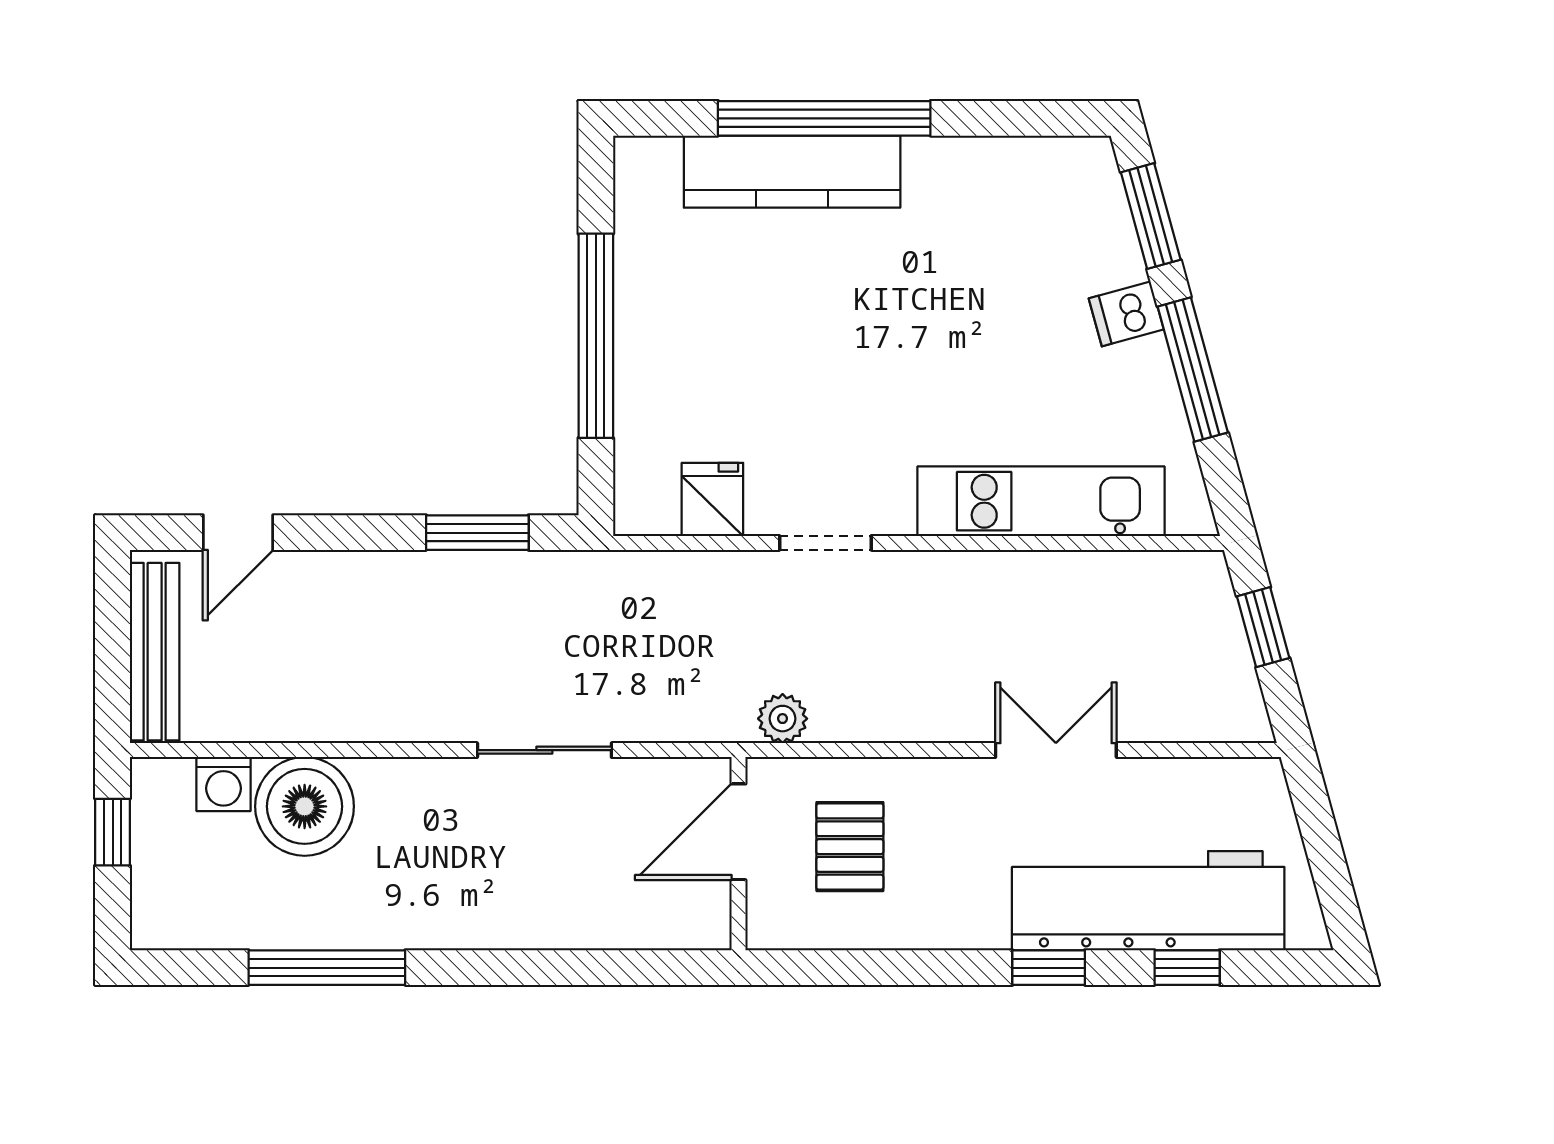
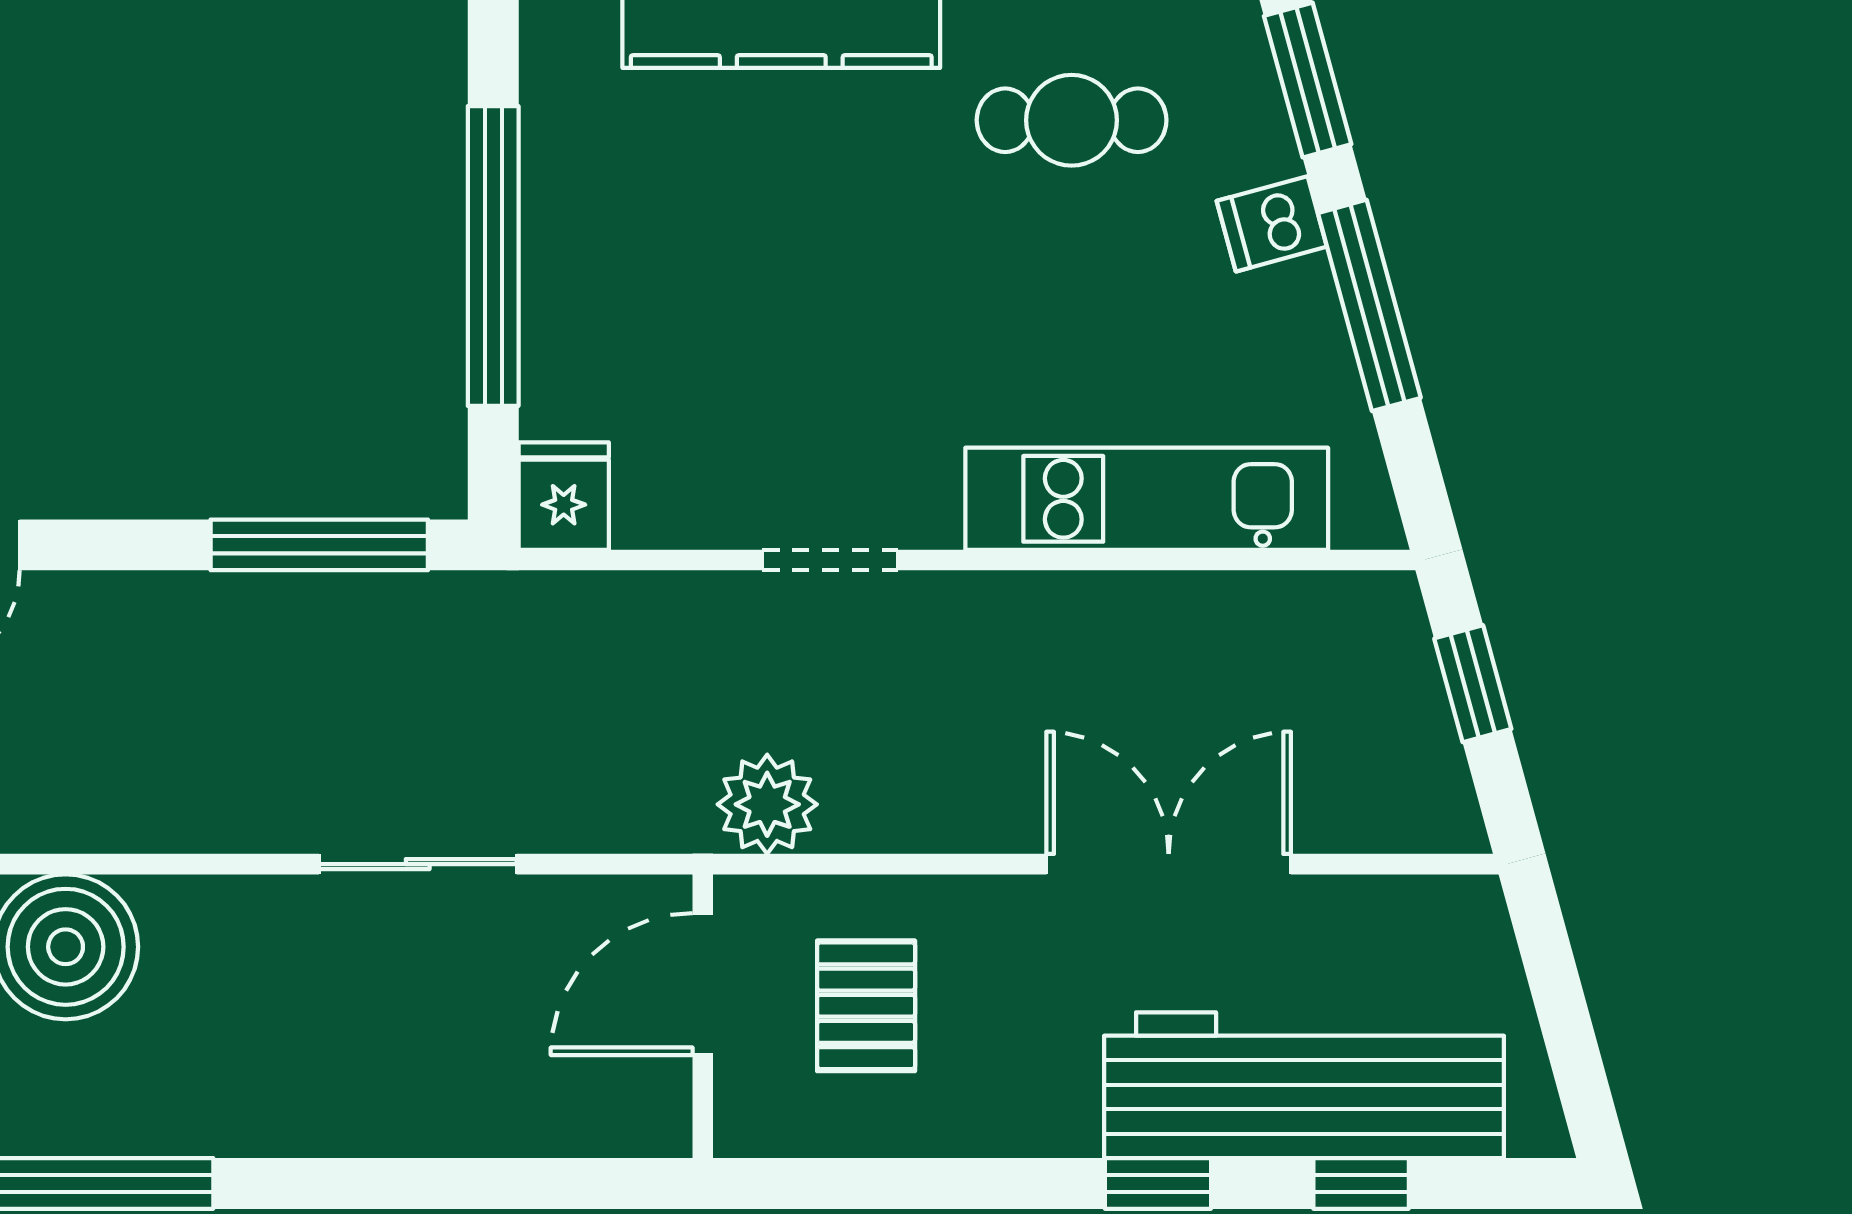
cafe table: (990, 243) -> (1072, 120), added
fridge: (712, 499) -> (564, 496), moved
window: (477, 533) -> (319, 545), width x1.44
plant: (783, 719) -> (767, 804), width x1.38, depth x1.38
double door: (1056, 750) -> (1169, 864), width x1.37

